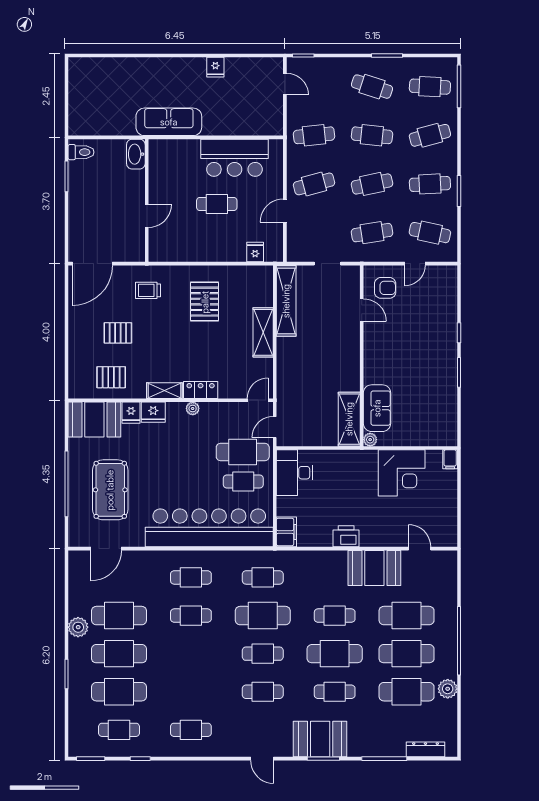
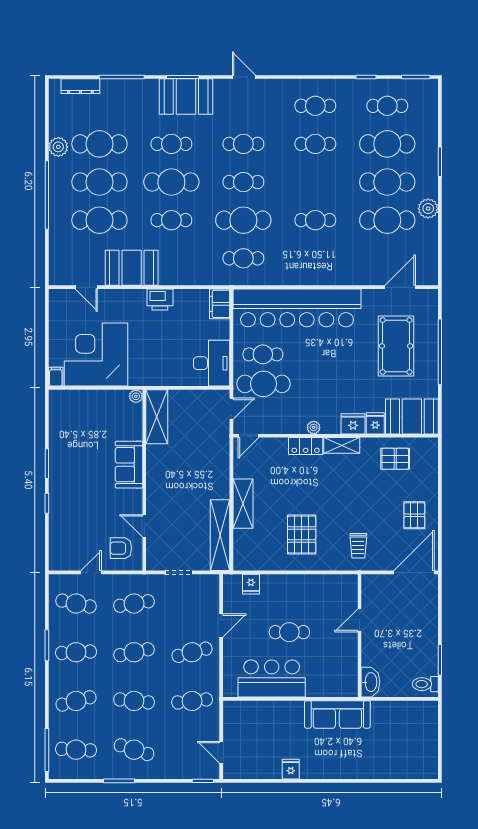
trolley: (148, 290) -> (358, 546), turned 90
pallet: (118, 333) -> (414, 515), moved, turned 90
sofa: (377, 408) -> (129, 465), moved
corner desk: (402, 473) -> (96, 355), width x1.36, depth x1.36
cafe table: (191, 577) -> (315, 144), moved

